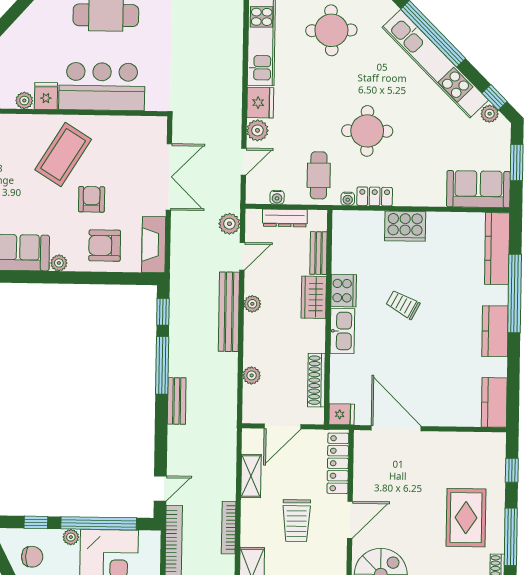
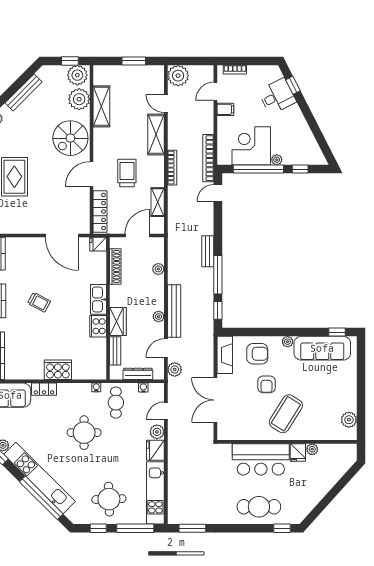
locker: (375, 196) -> (44, 389), moved
trolley: (403, 305) -> (39, 302), moved
chair: (32, 557) -> (302, 146), removed

